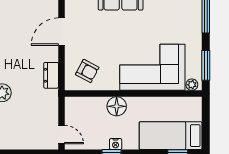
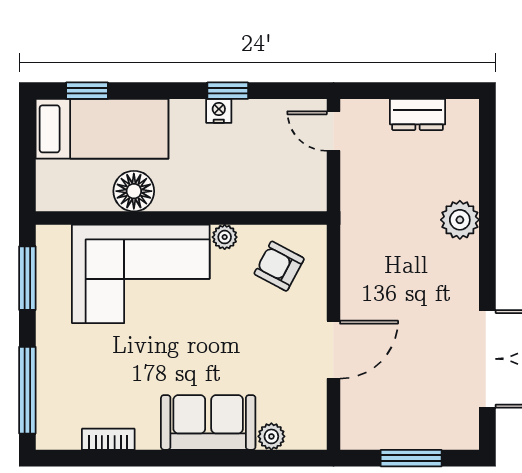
dresser: (51, 75) -> (418, 115), moved, turned 90
plant: (192, 85) -> (225, 237), moved
floor lamp: (117, 106) -> (134, 191), moved

